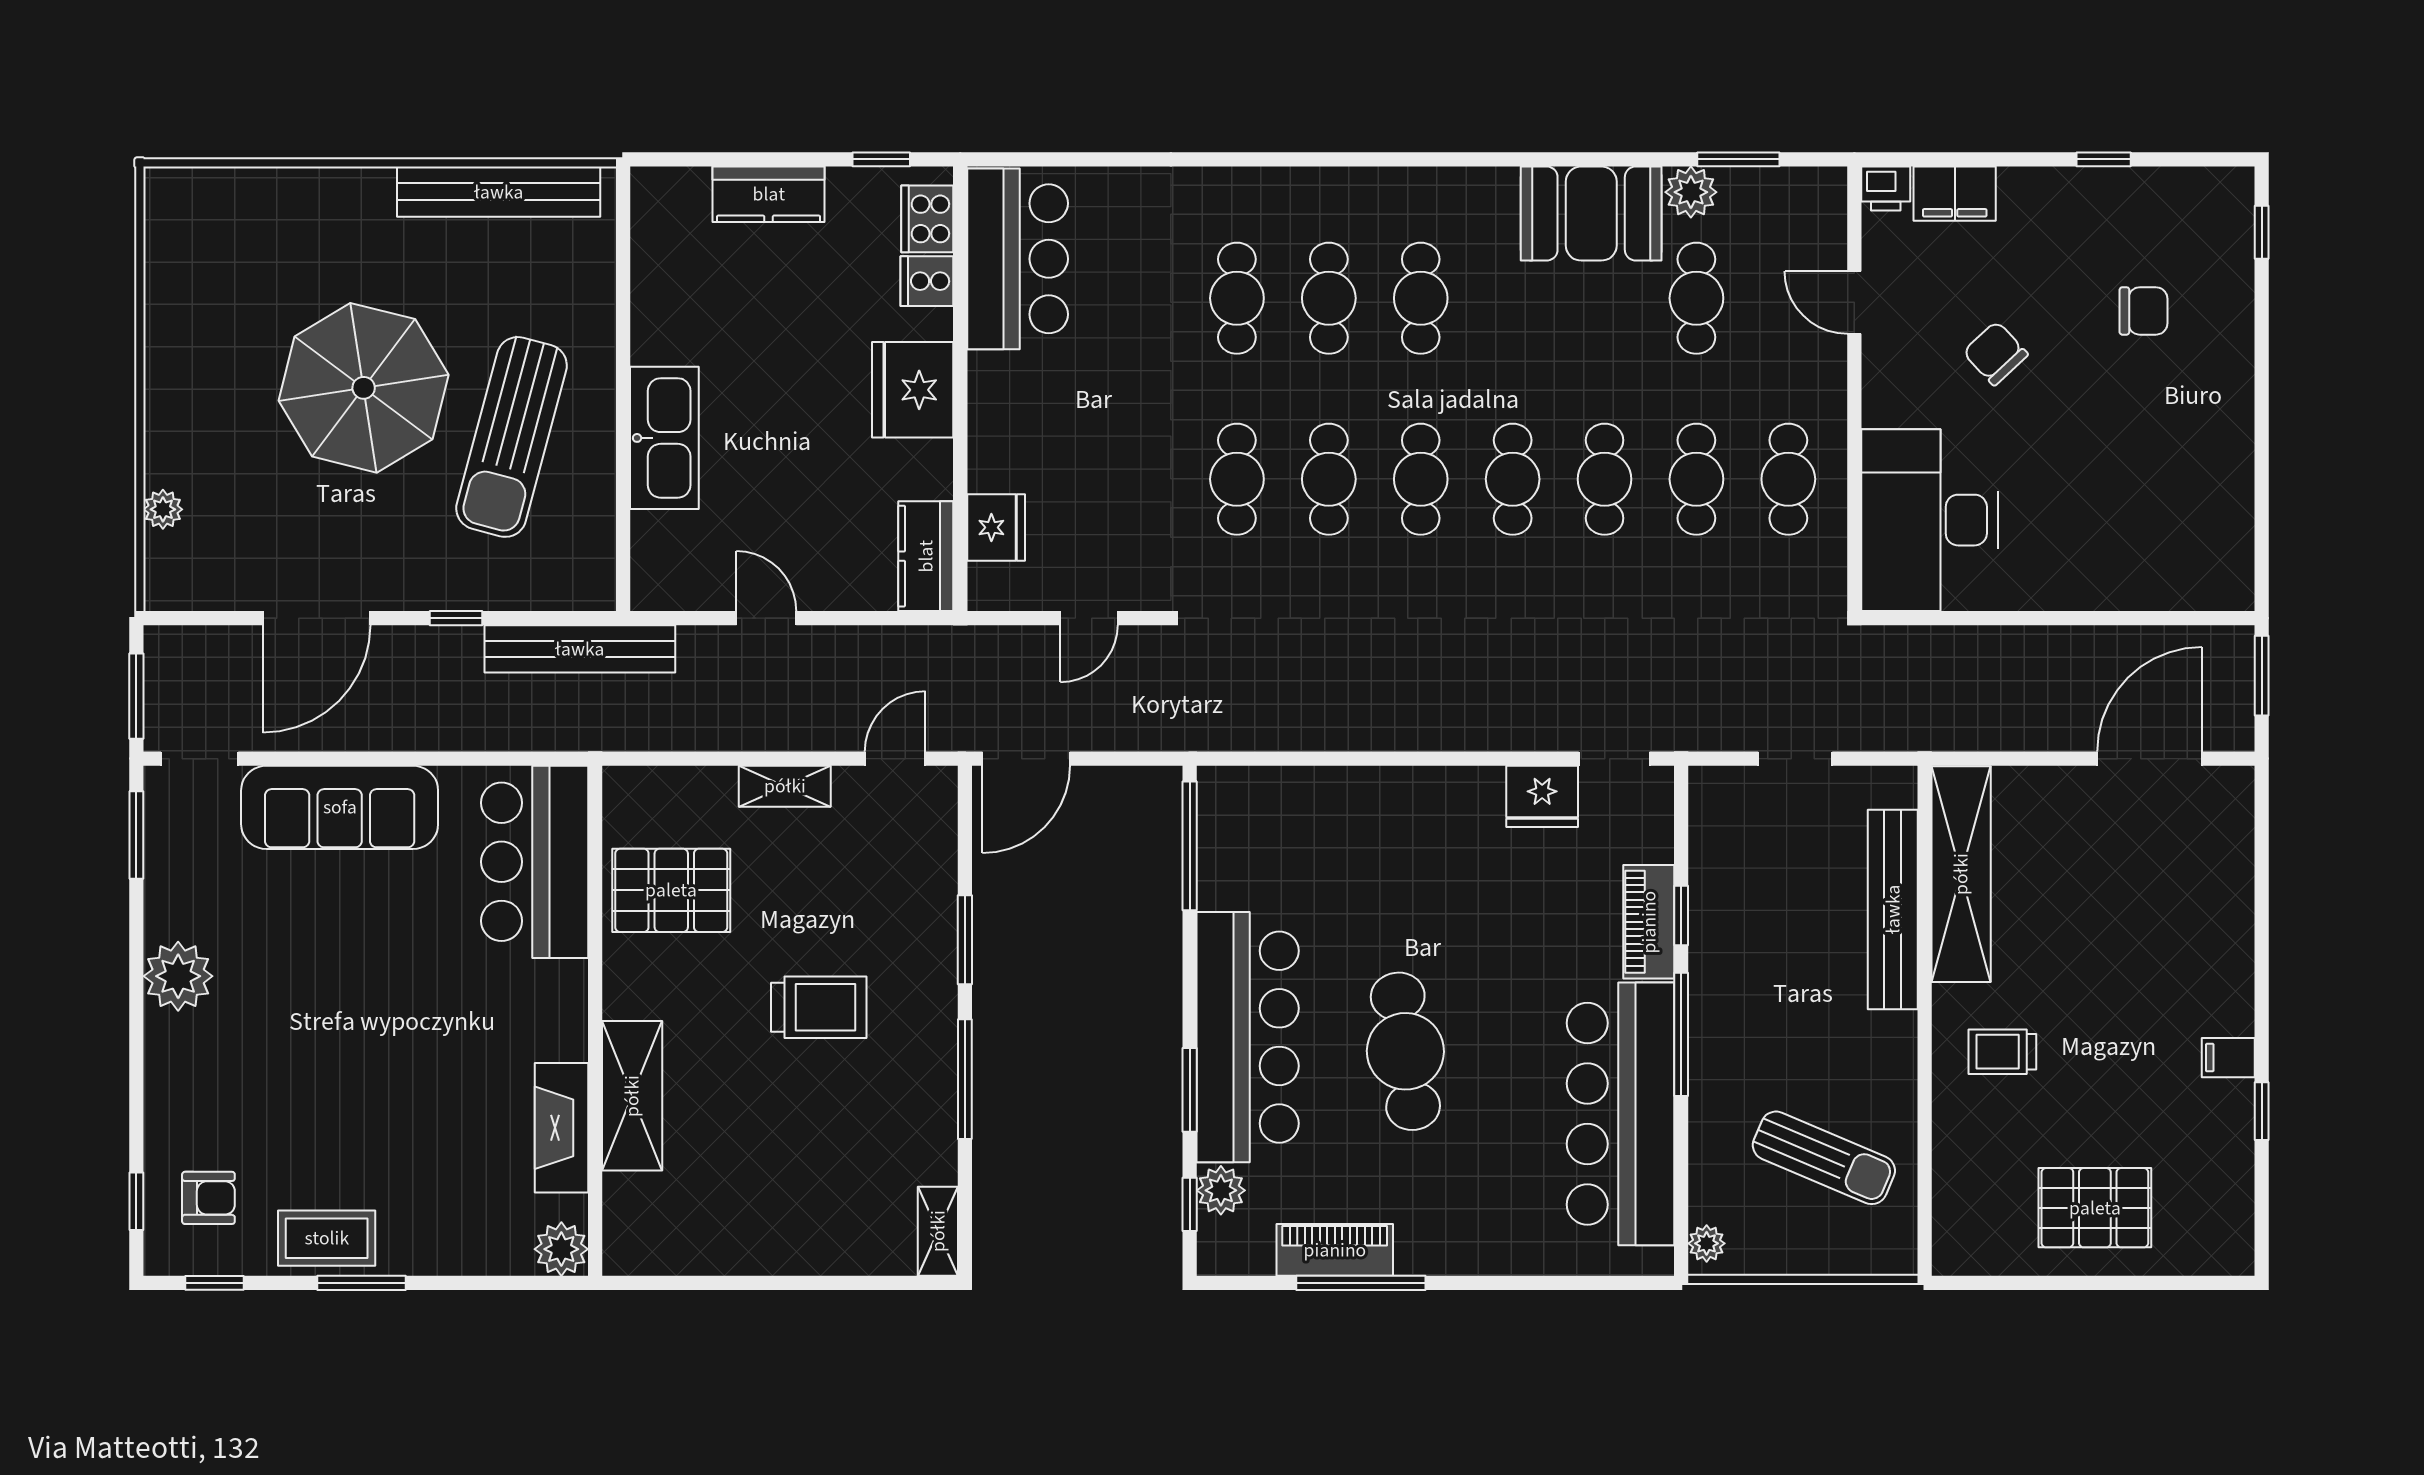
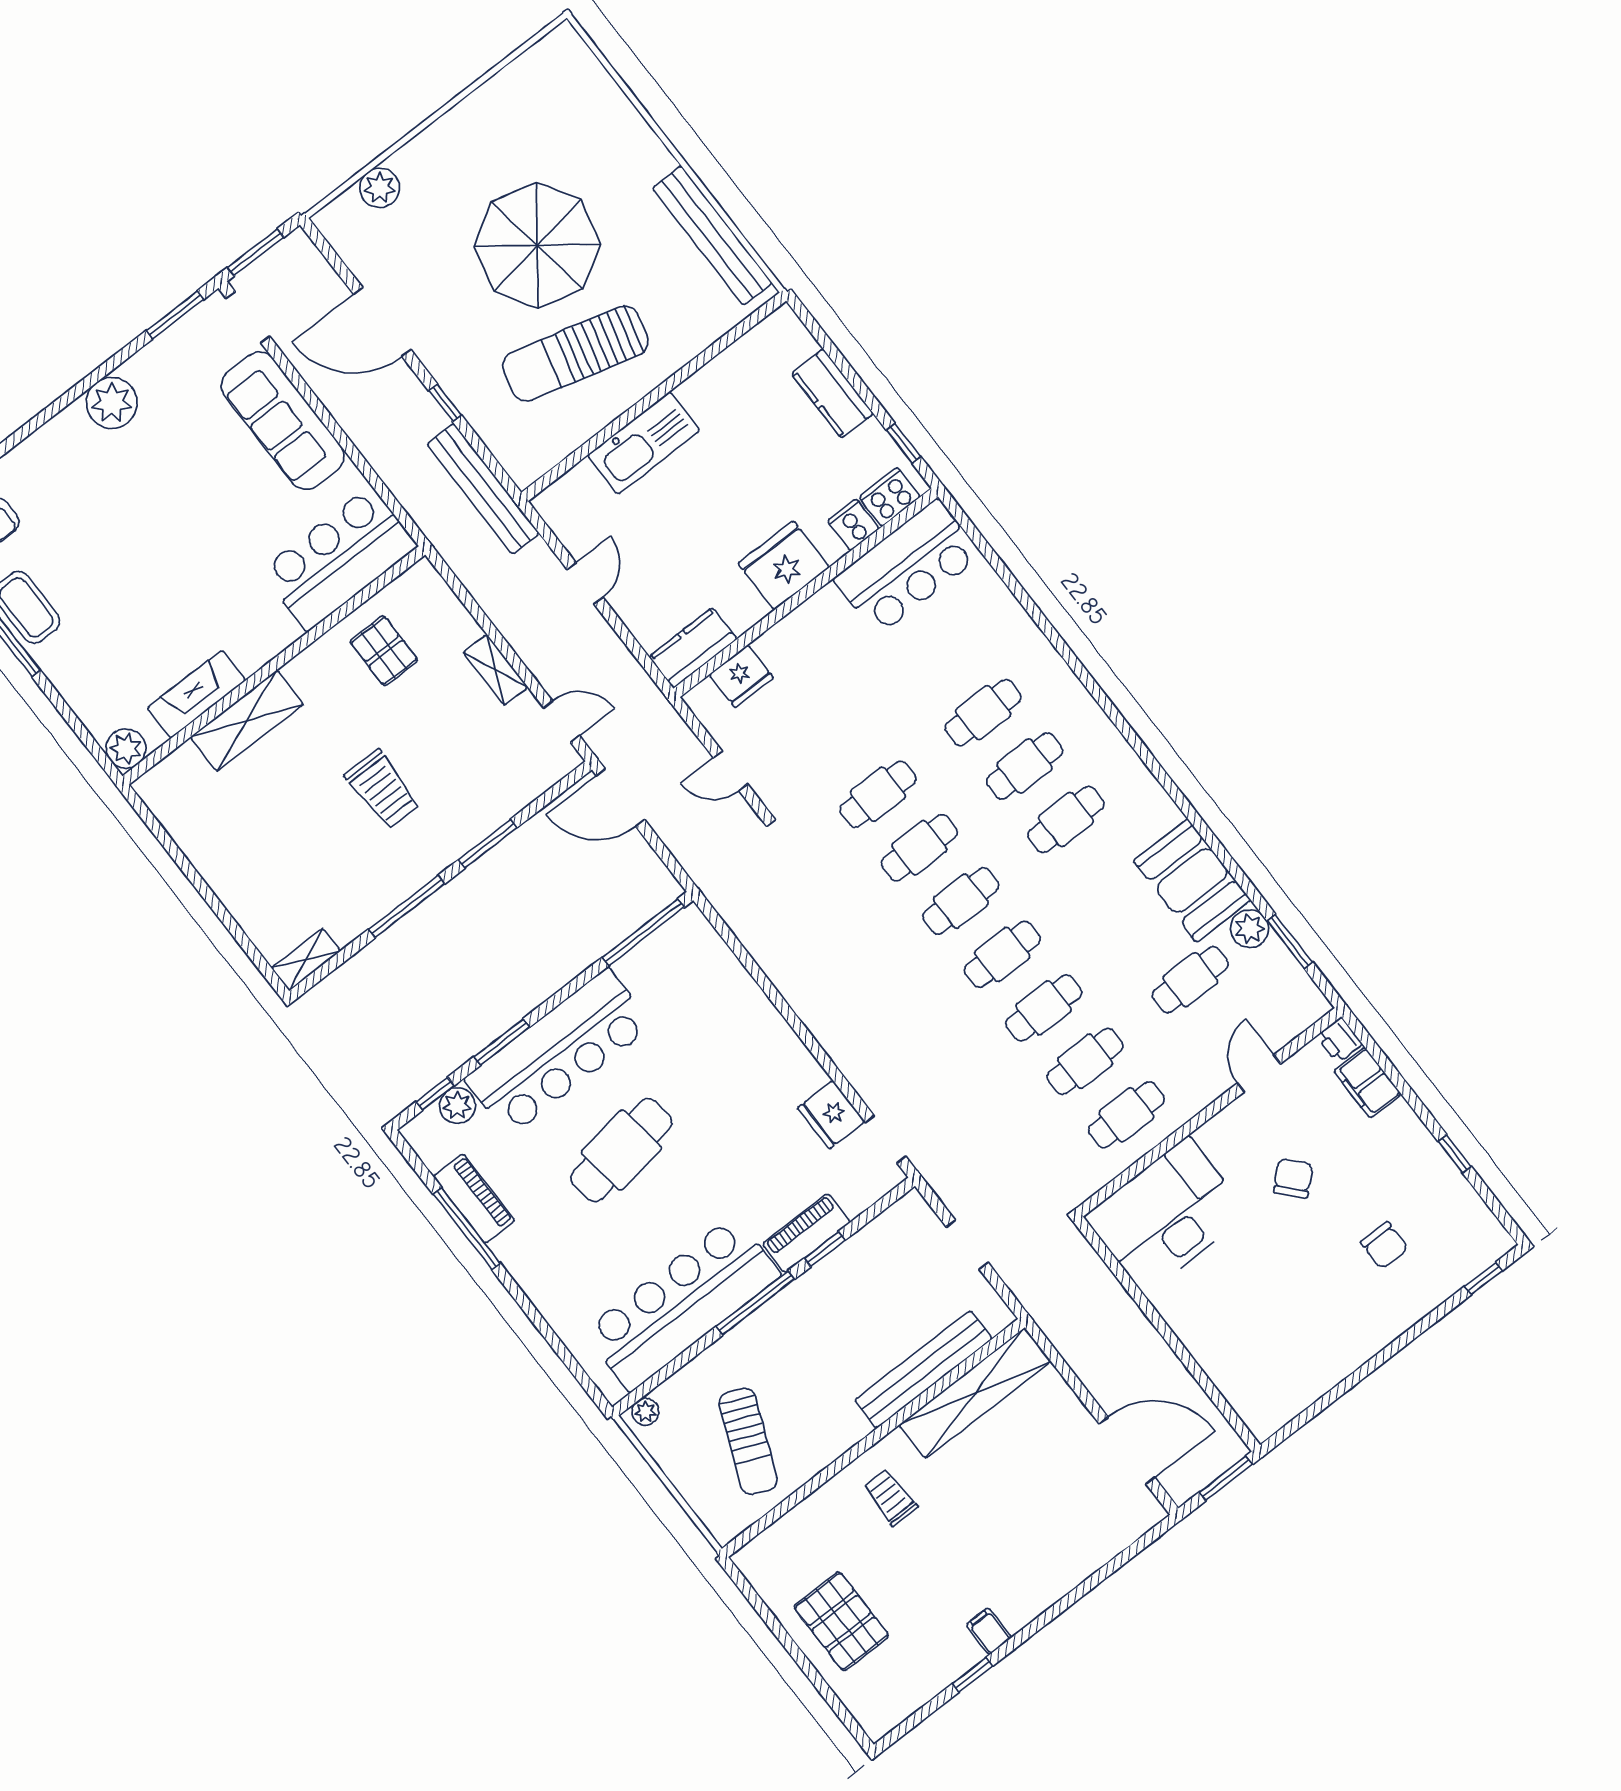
plant: (163, 509) -> (380, 188), width x1.38, depth x1.38
pallet: (671, 890) -> (384, 651), width x0.67, depth x0.71

